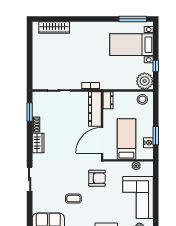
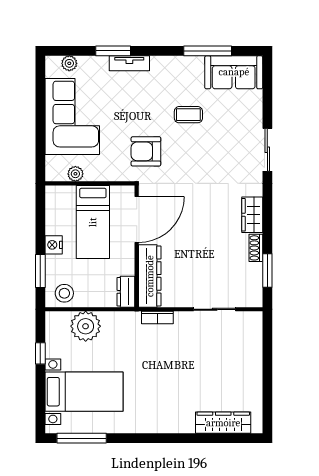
plant: (145, 81) -> (86, 326), moved
window: (156, 136) -> (40, 271), moved
nightstand: (148, 143) -> (54, 245), moved

